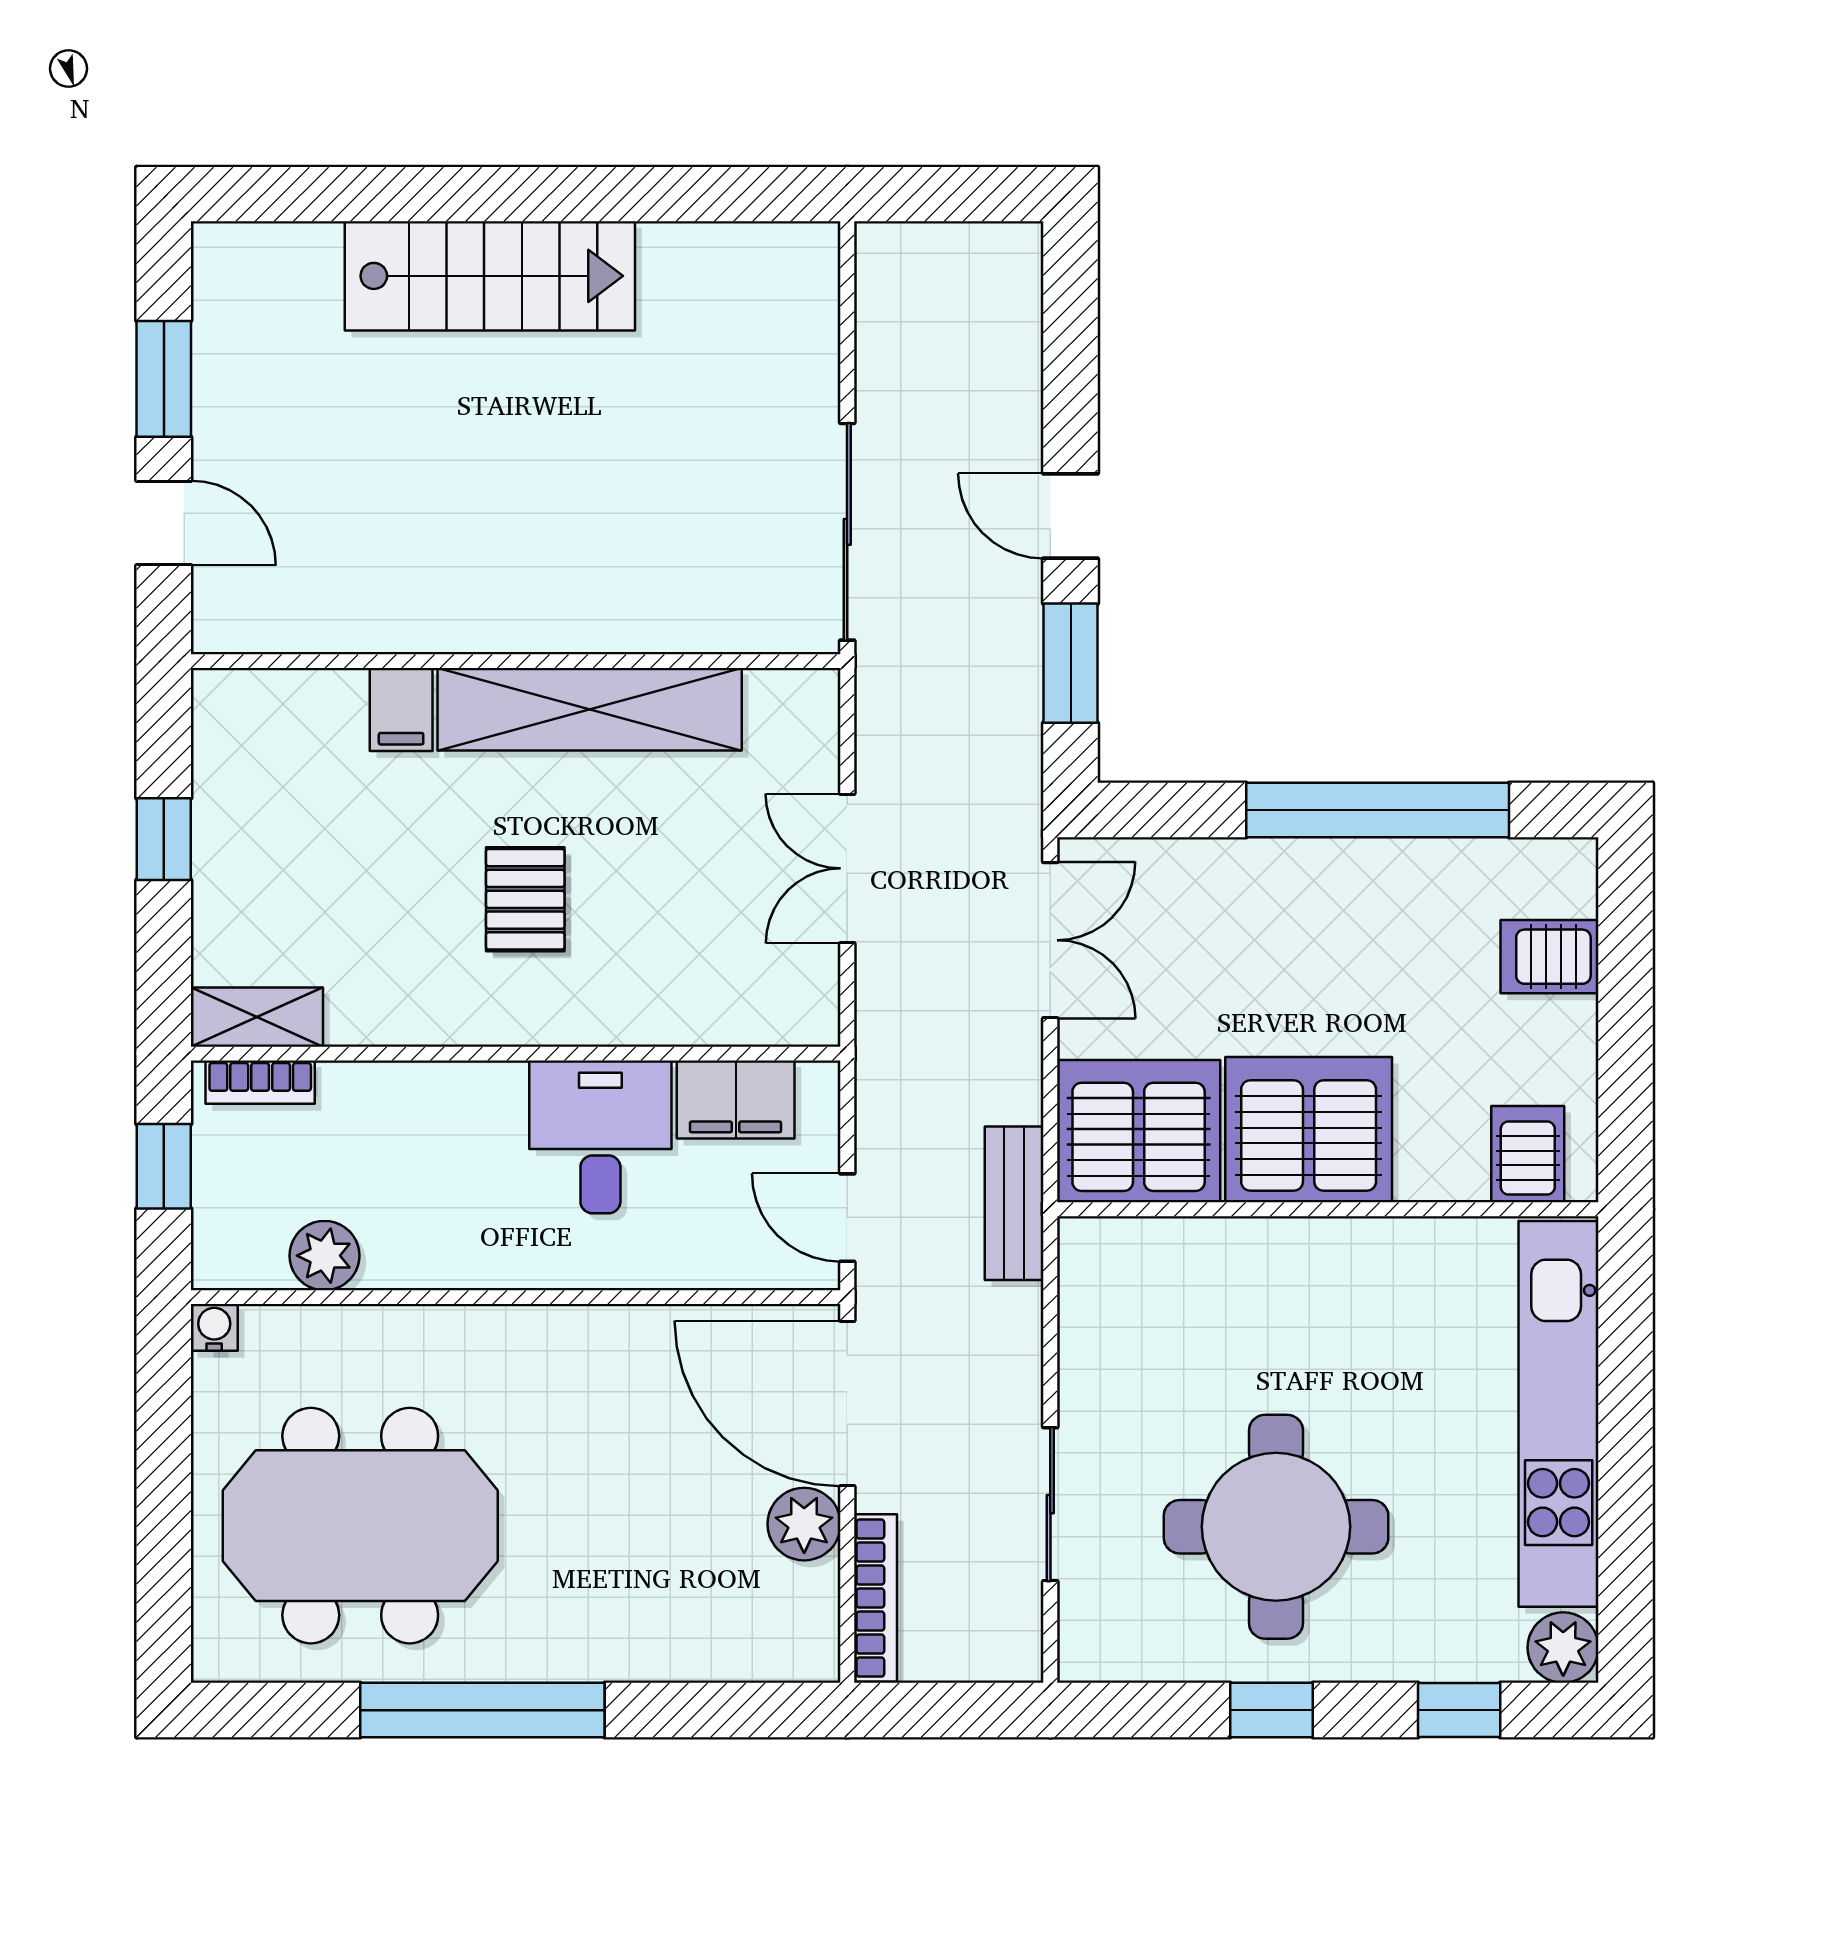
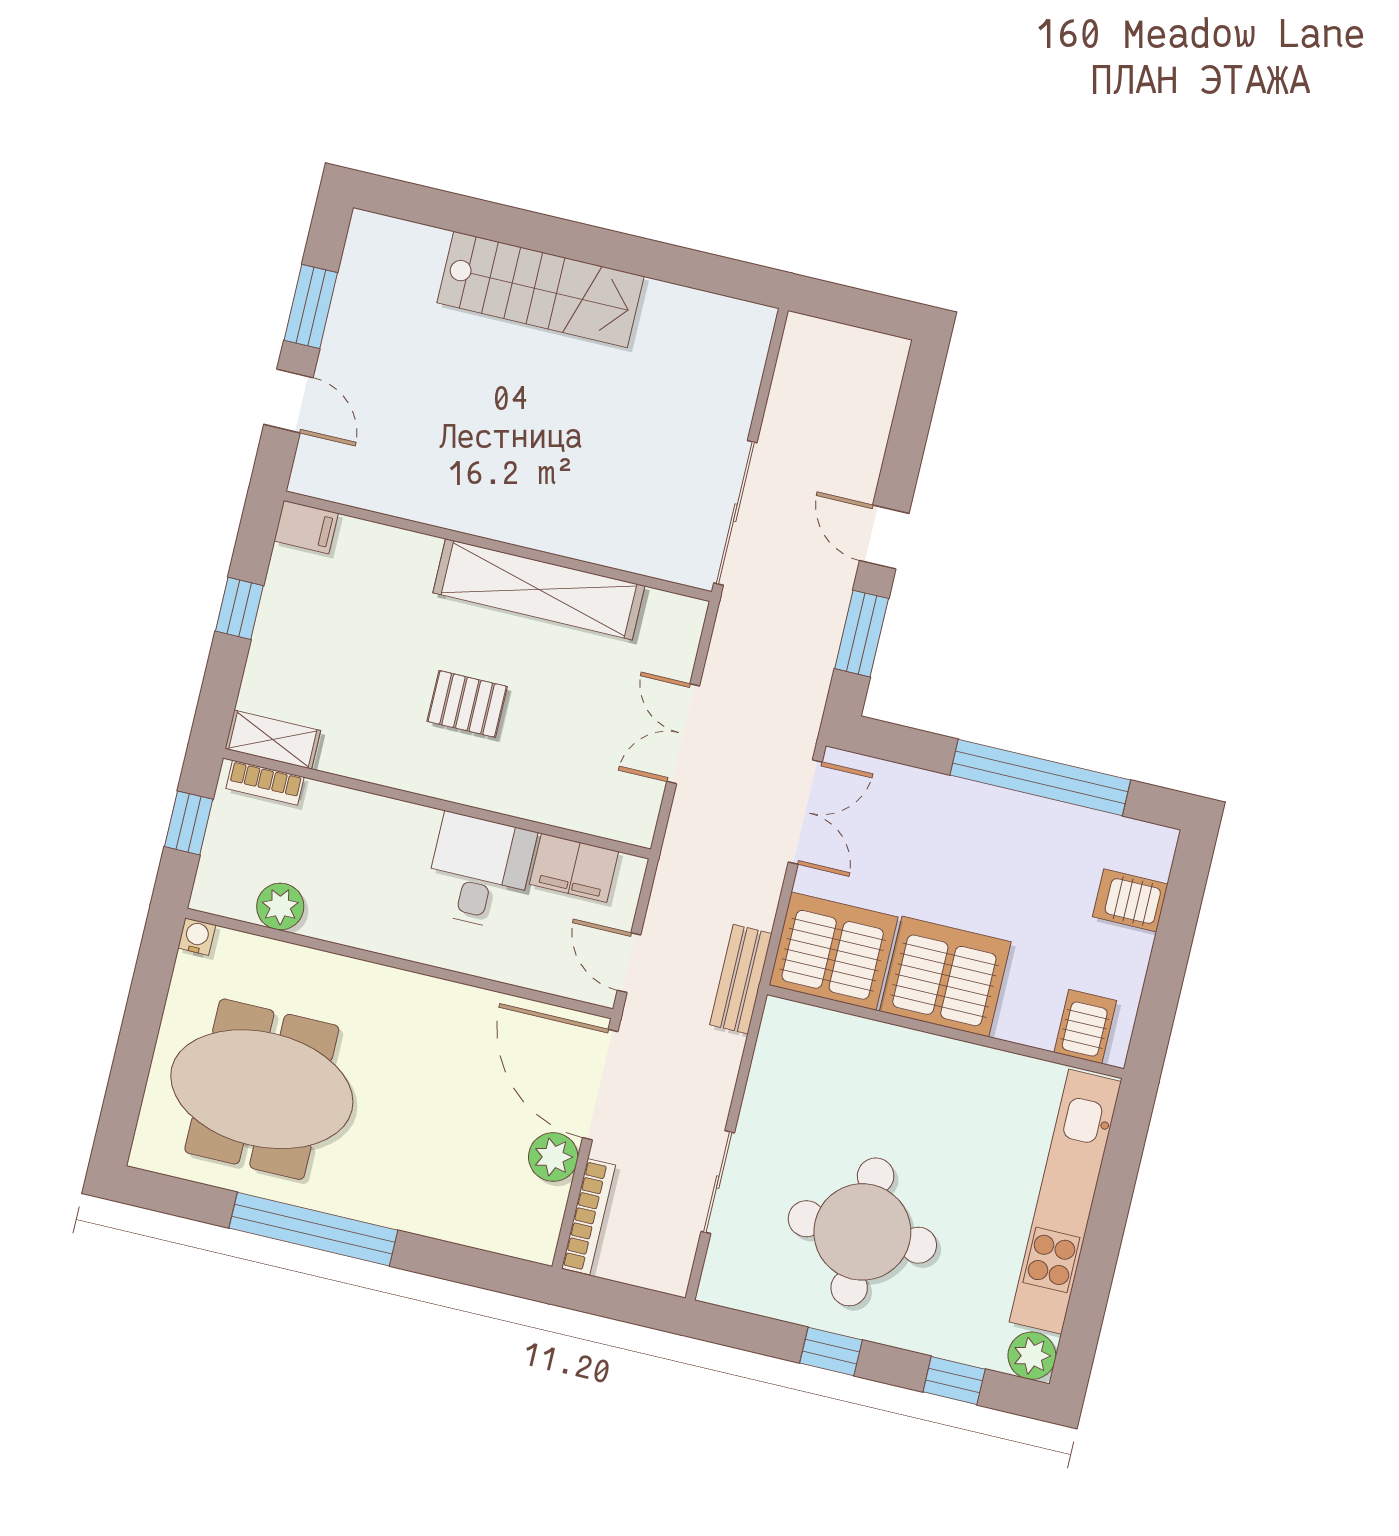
filing cabinet: (401, 710) -> (306, 527), moved, turned -90
pallet: (525, 899) -> (467, 704), turned 90

